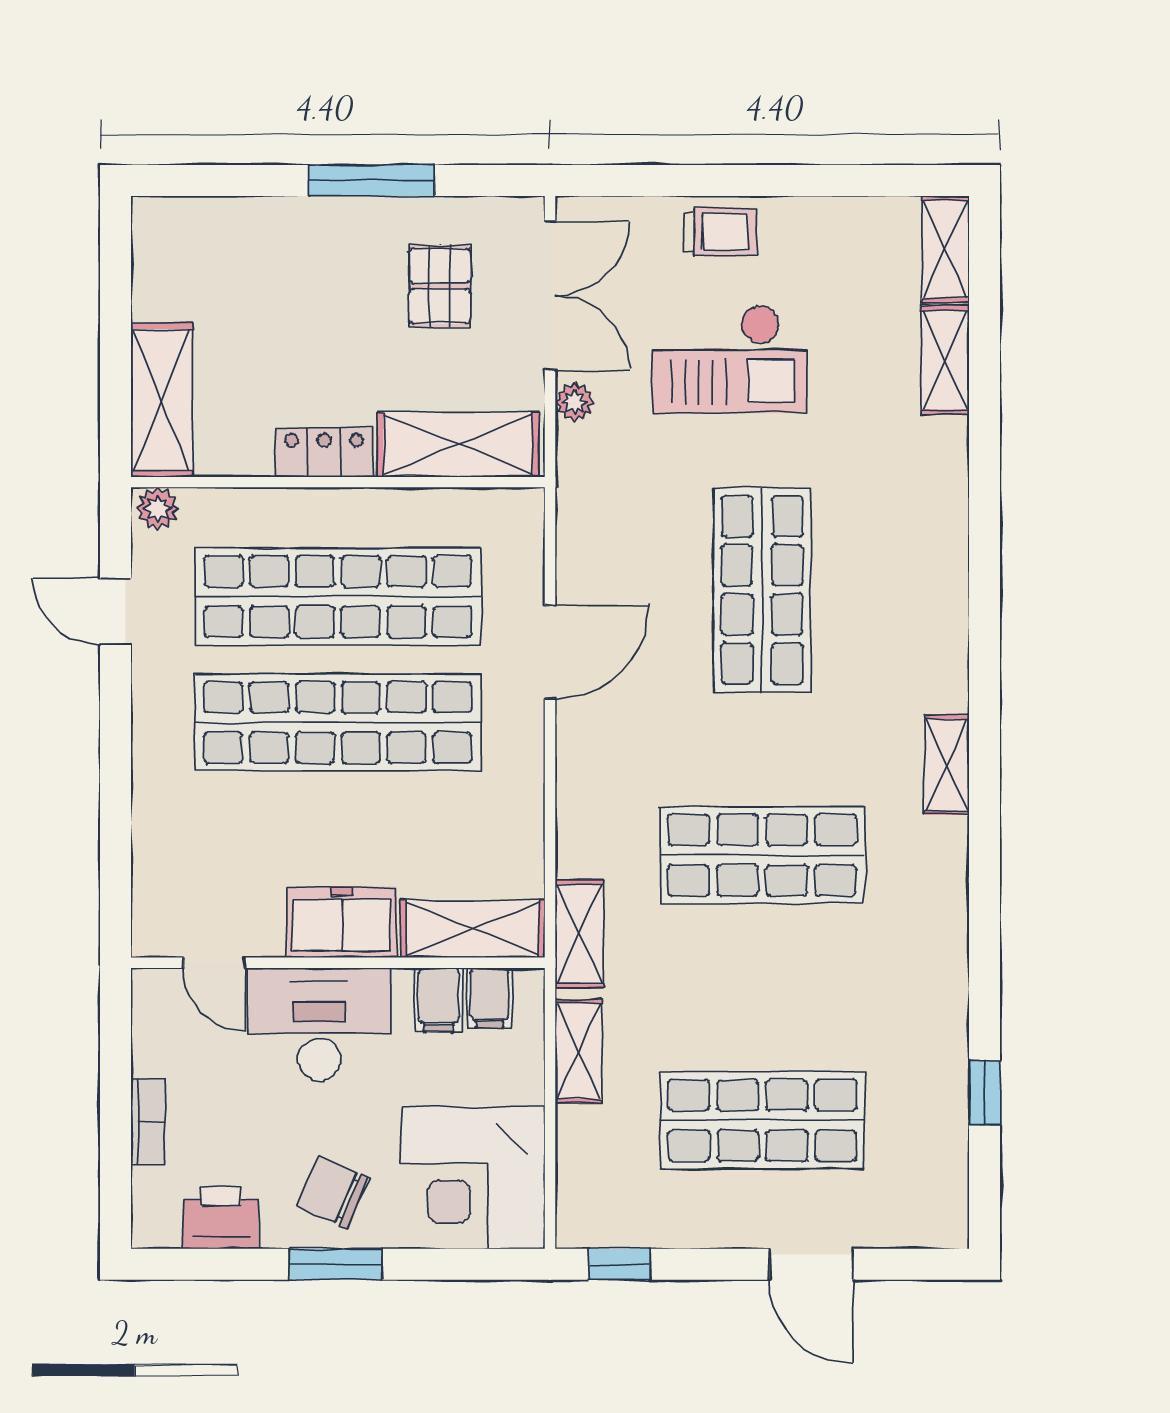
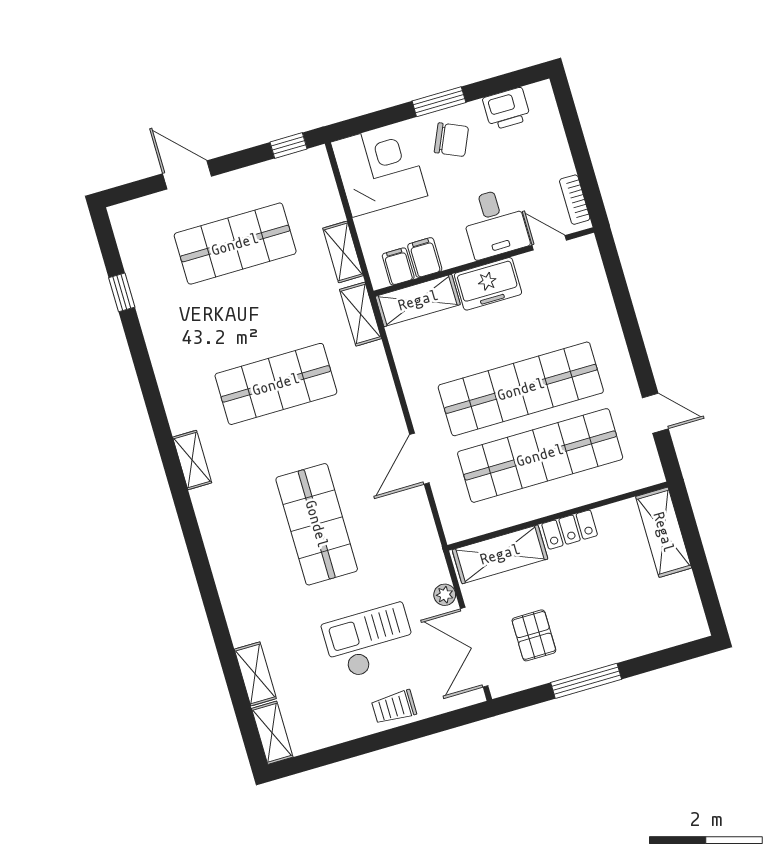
plant: (158, 509) -> (649, 474), removed
desk: (319, 1024) -> (495, 223), width x0.73
bookcase: (148, 1122) -> (575, 200), moved

